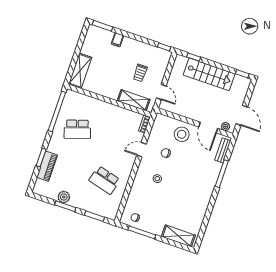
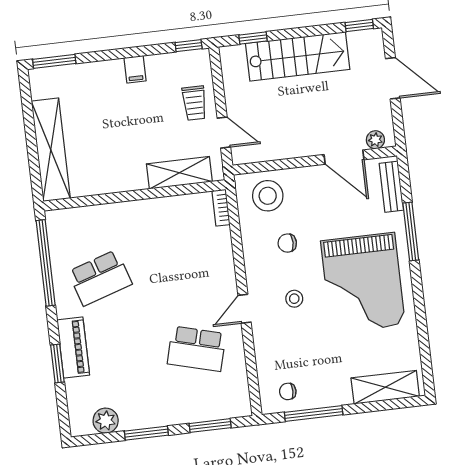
filing cabinet: (117, 40) -> (135, 69), moved
shelving: (80, 71) -> (51, 150), width x1.47
trolley: (140, 73) -> (194, 103), moved
door: (242, 115) -> (393, 78), moved
stool: (182, 134) -> (268, 196), moved
door: (142, 150) -> (245, 309), moved
piano: (47, 166) -> (73, 347), moved
grand piano: (190, 186) -> (363, 283), added
plant: (64, 197) -> (106, 421), moved

